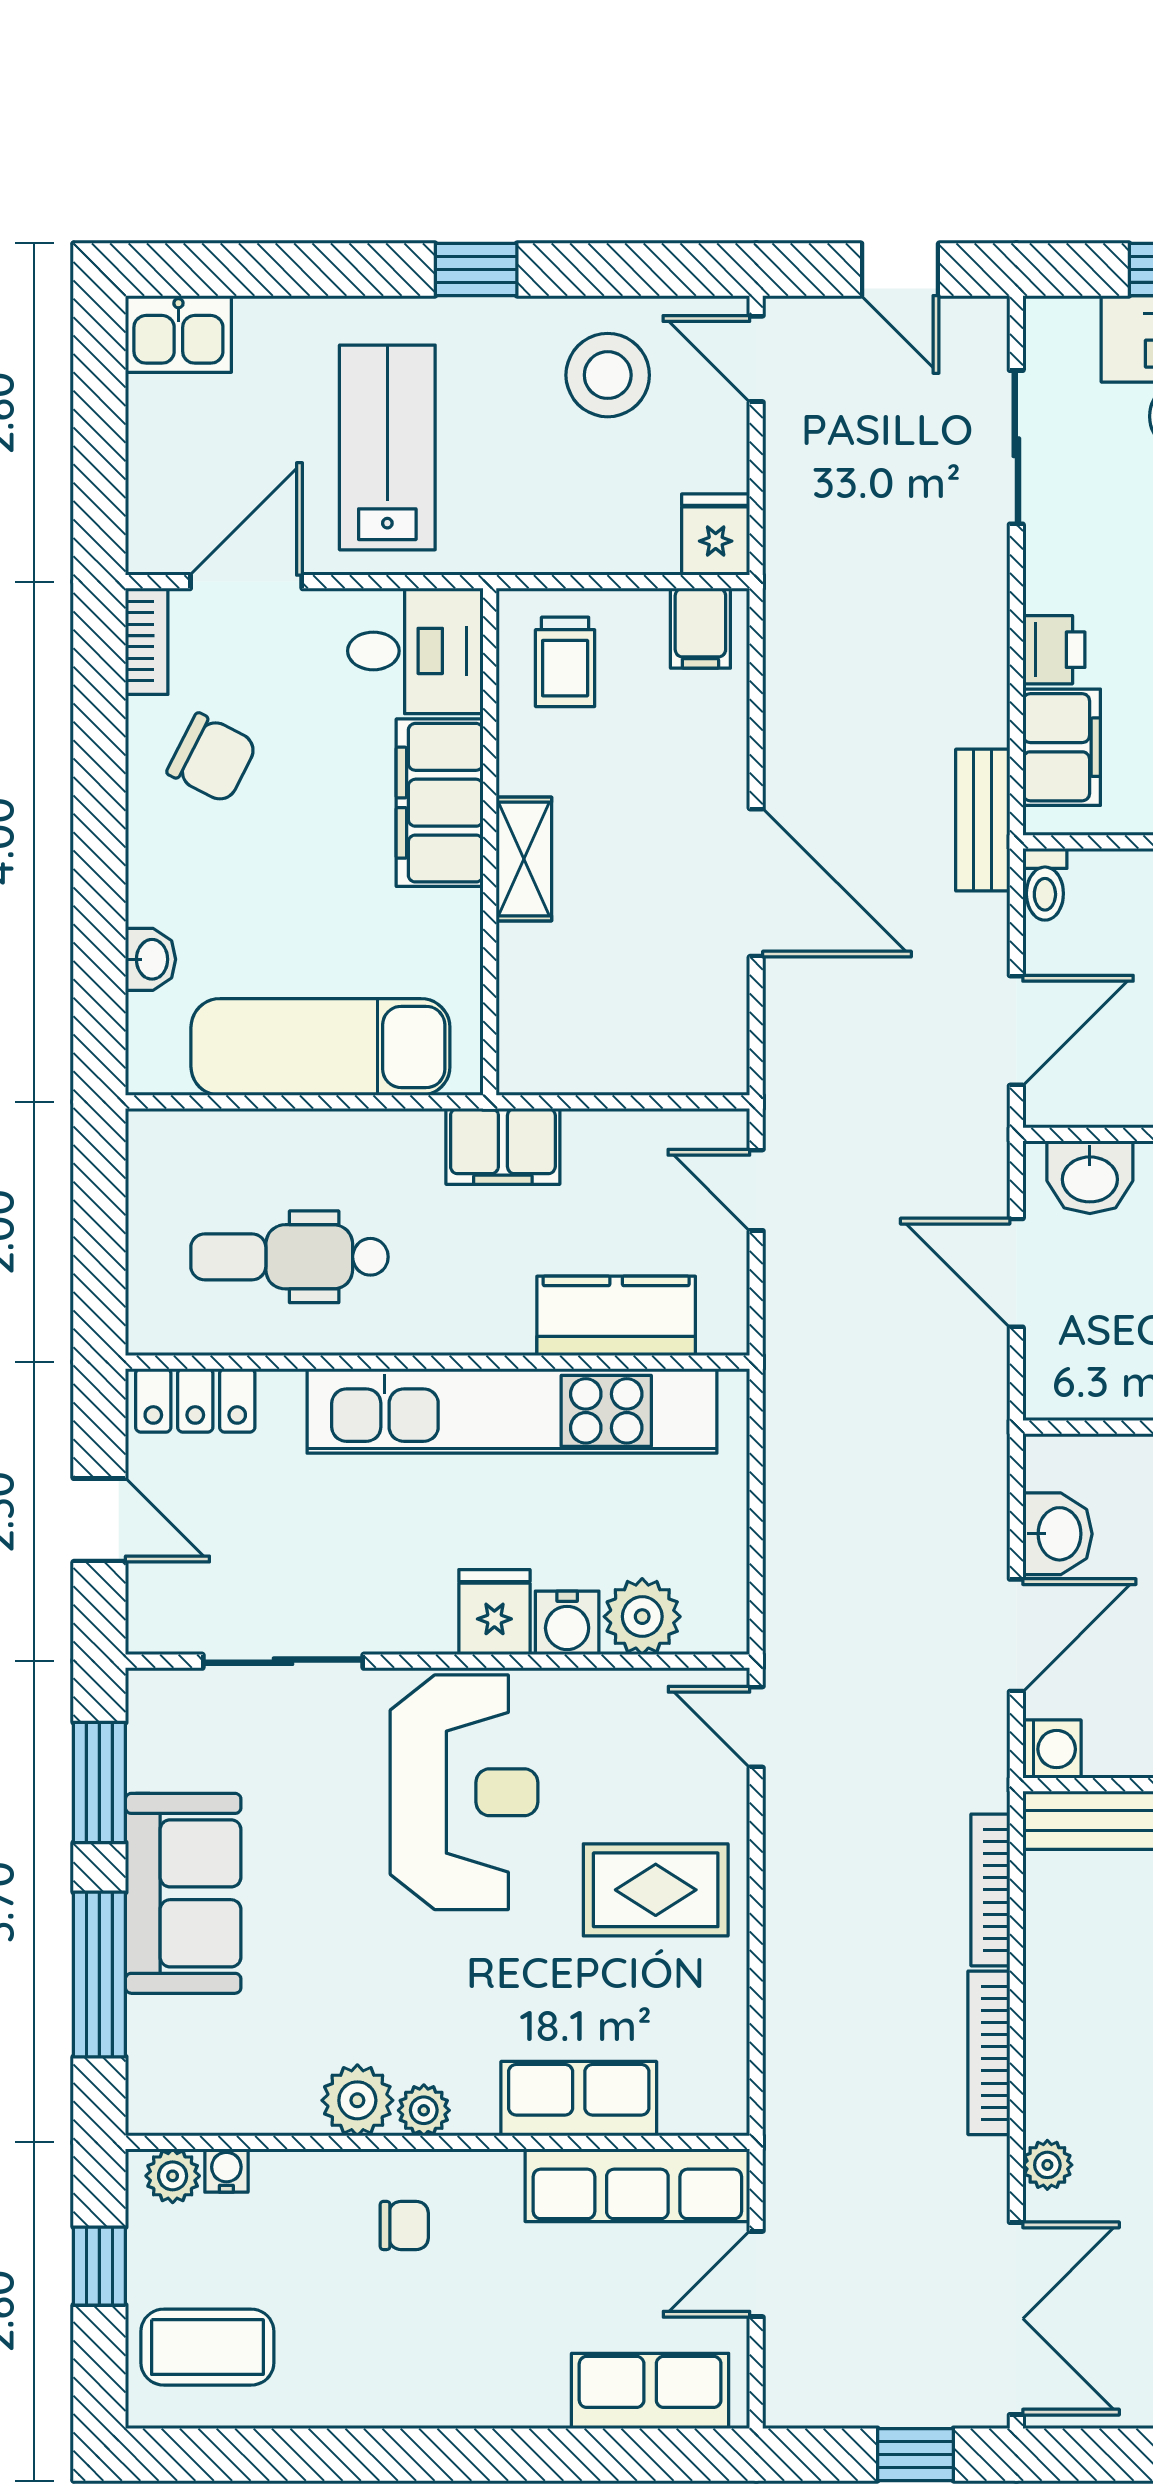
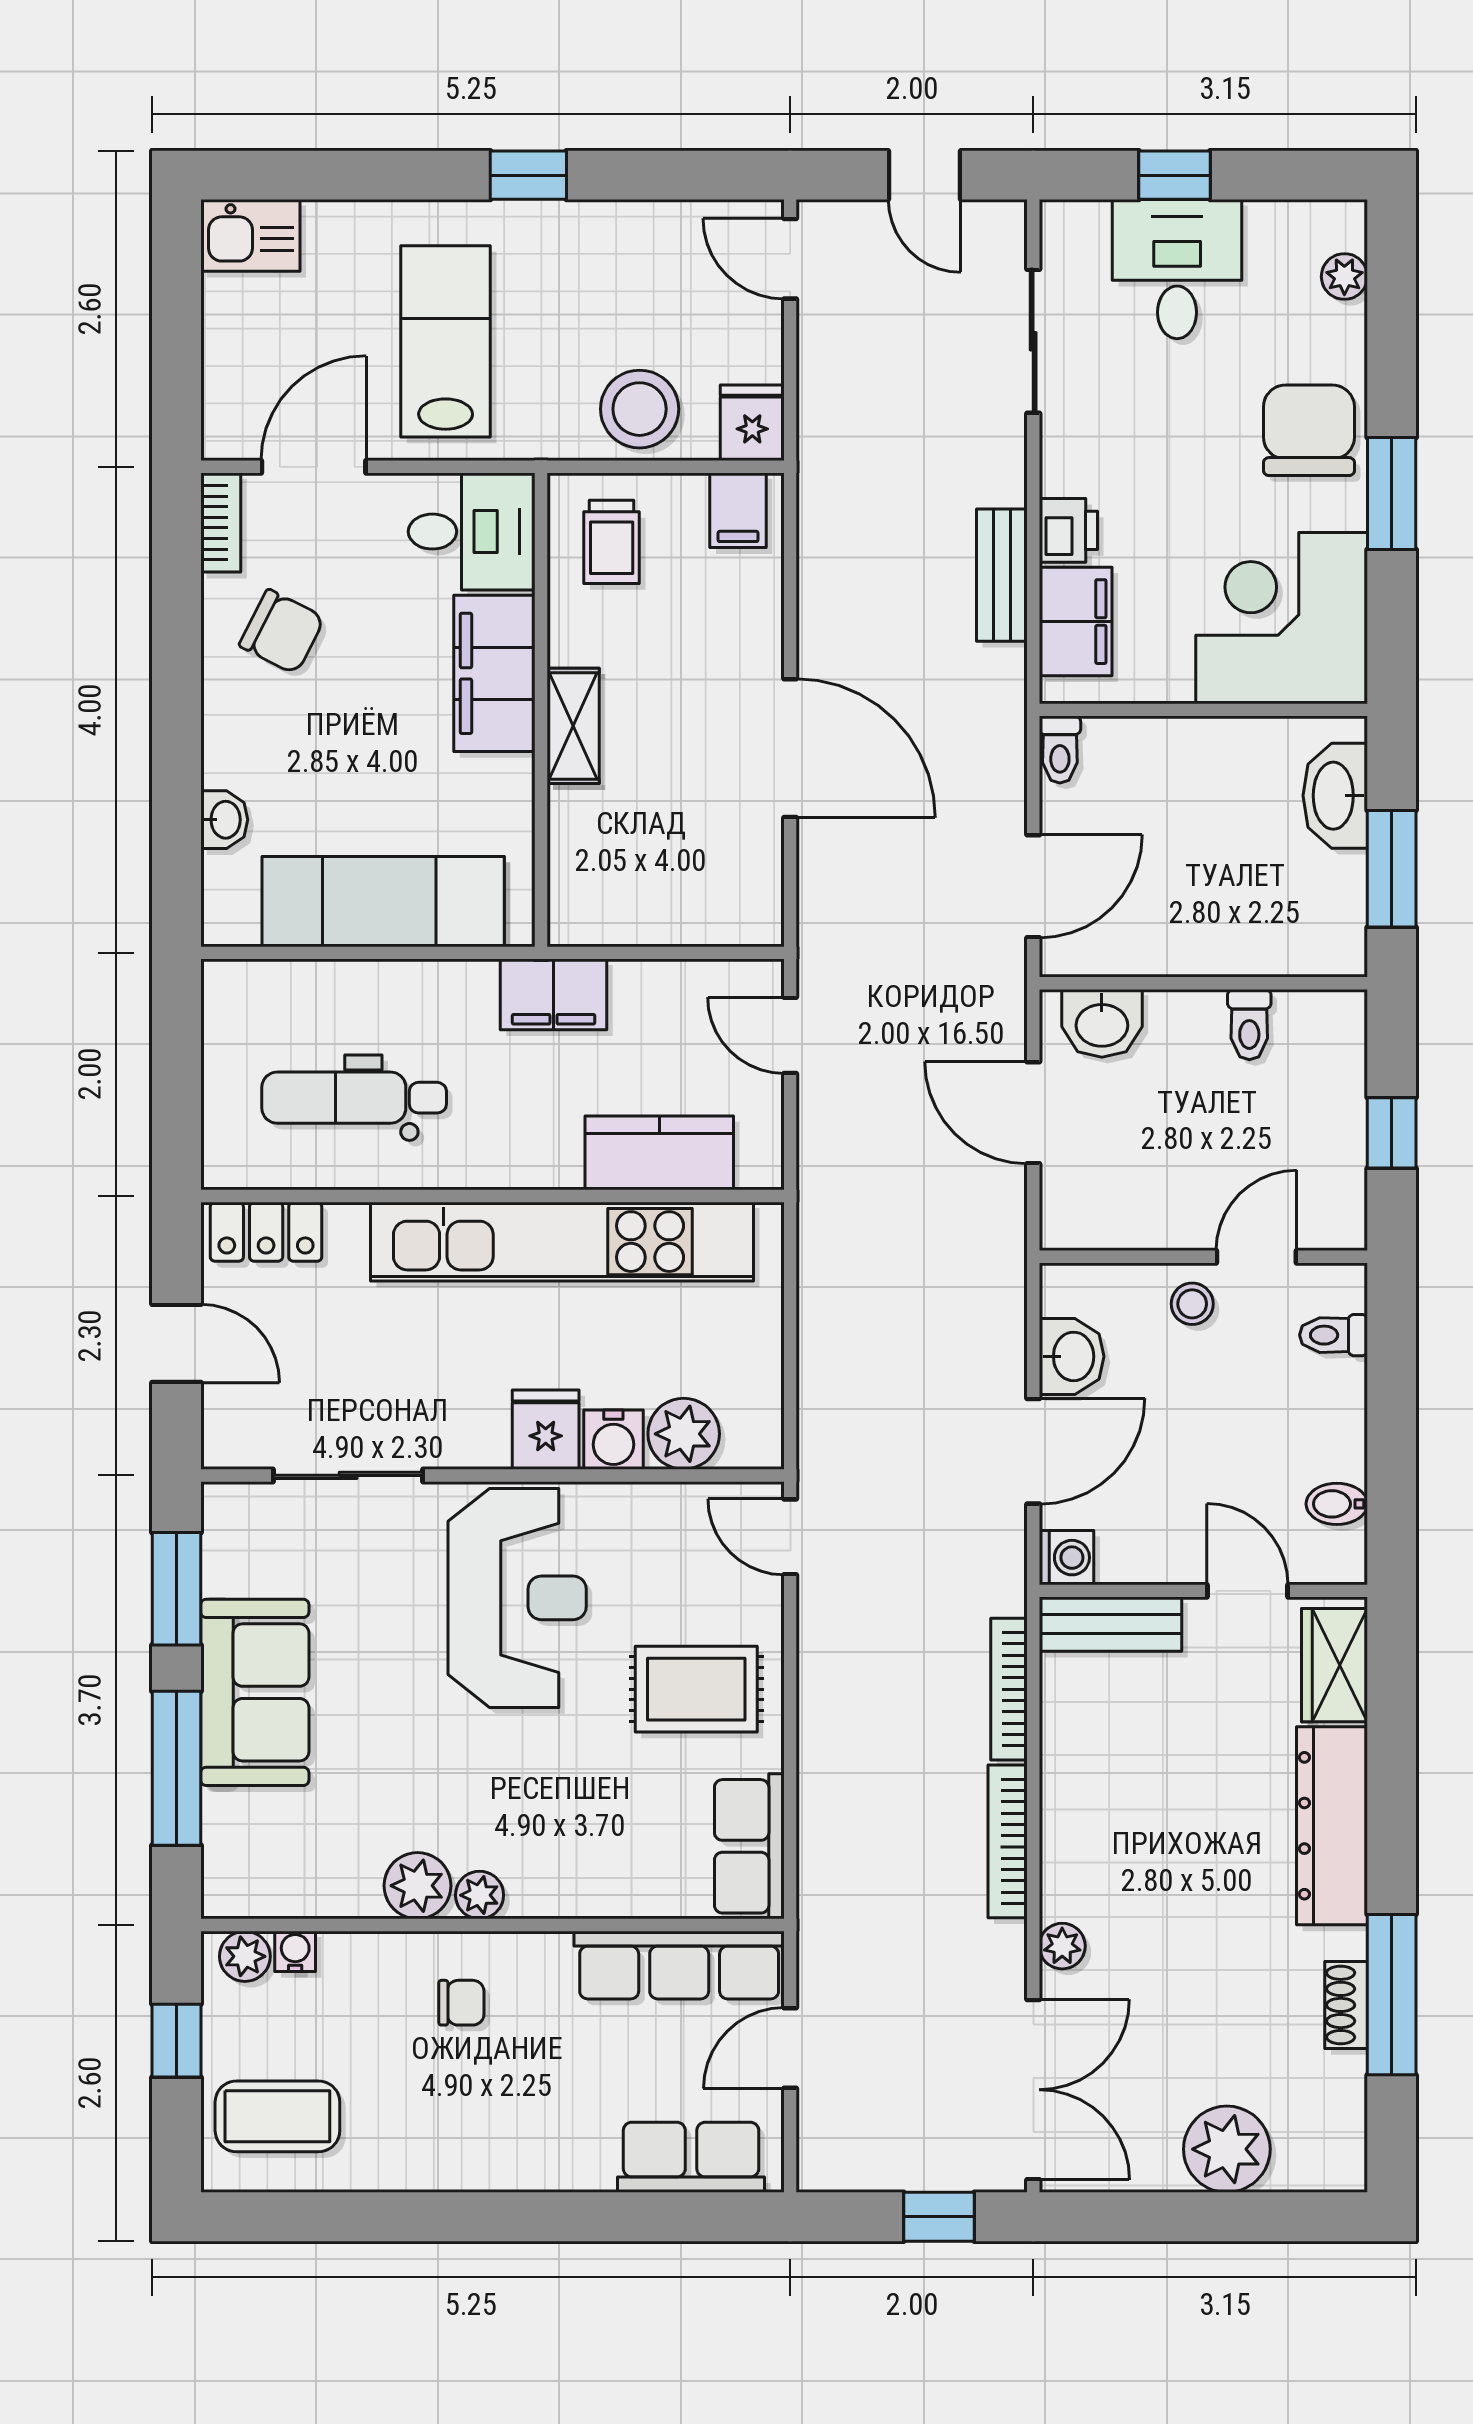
stool: (608, 375) -> (640, 409), moved
bench: (983, 820) -> (1002, 575), moved
row of seats: (579, 2099) -> (749, 1846), moved, turned -90

